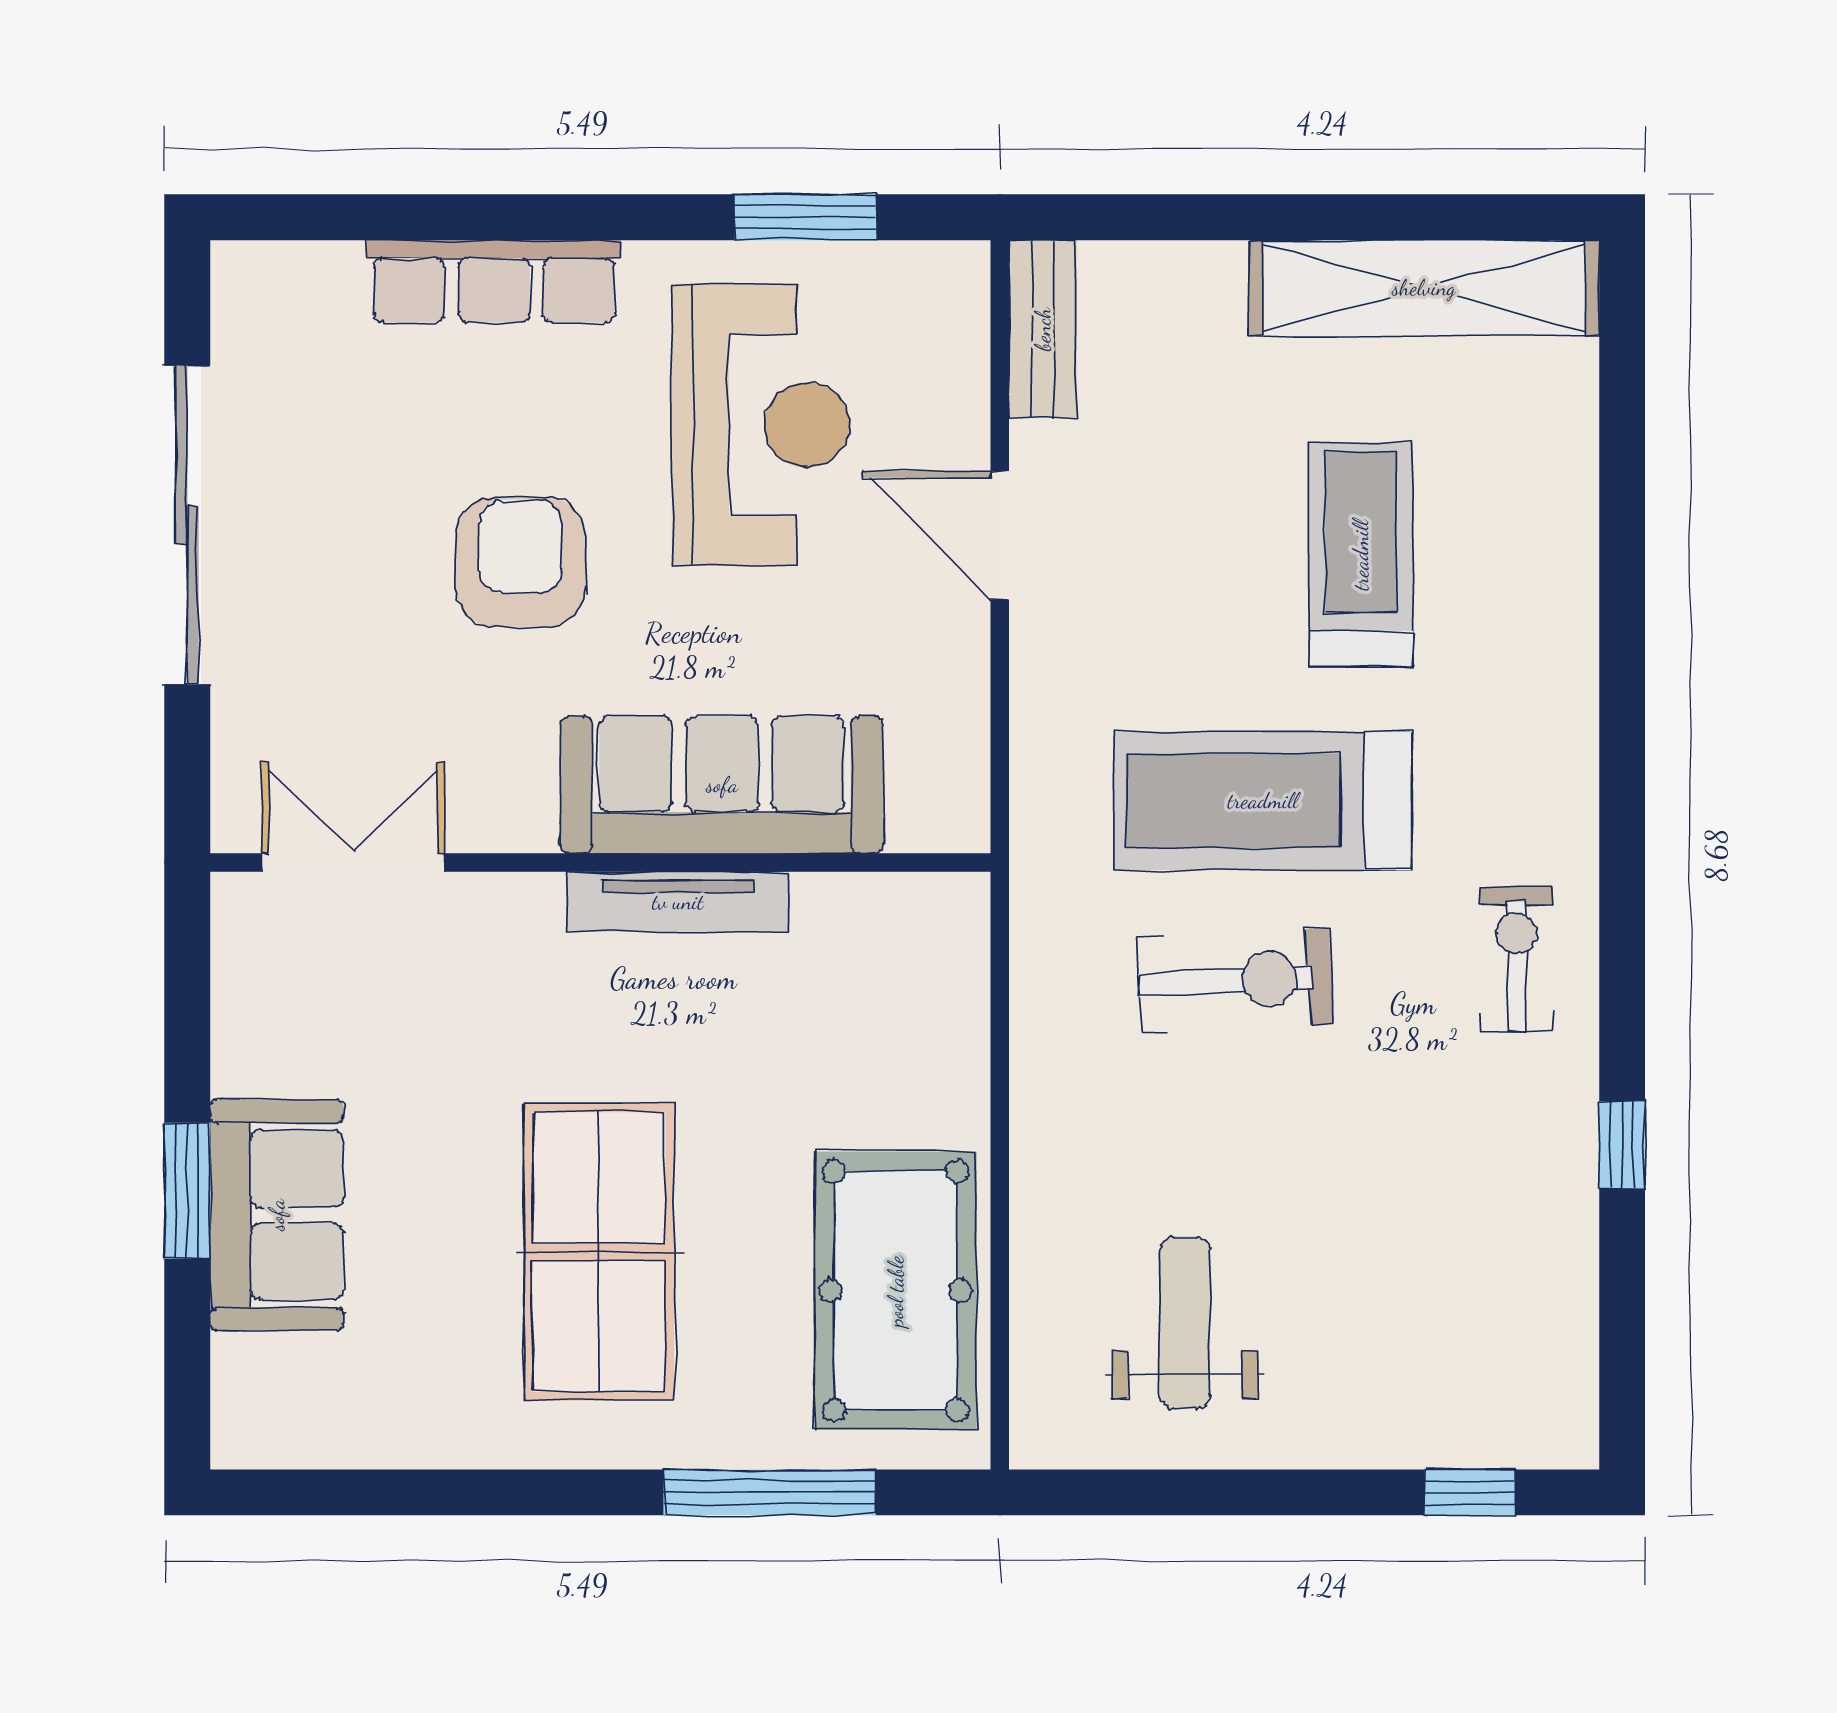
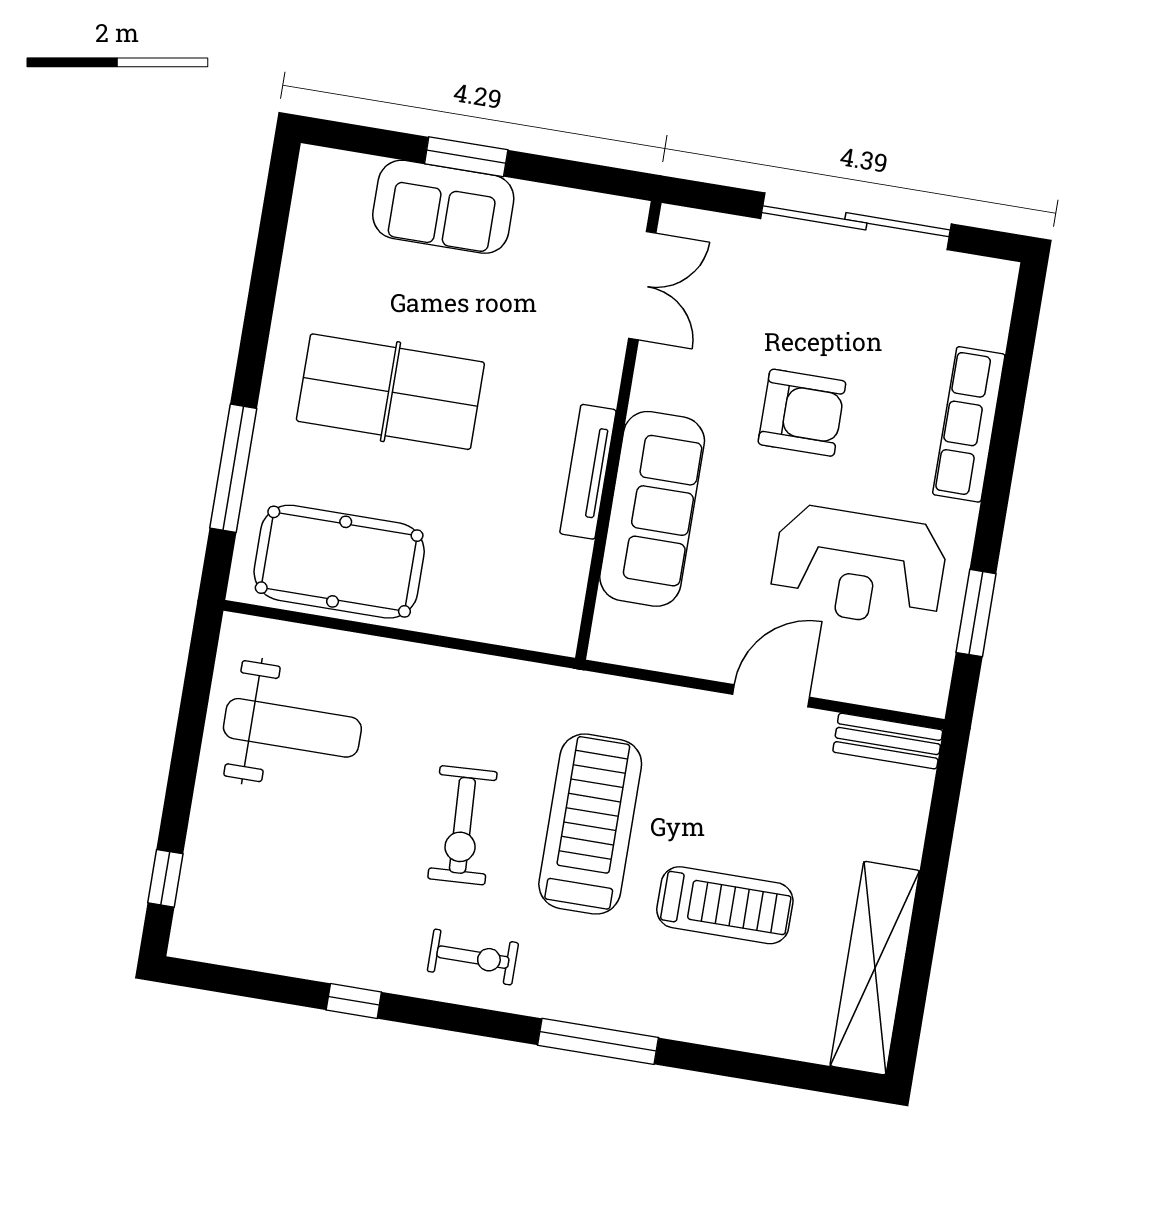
window: (1622, 728) -> (598, 1041), added
exercise bike: (1235, 981) -> (462, 825), moved
weight bench: (1185, 1323) -> (292, 728), width x1.36, depth x1.33

